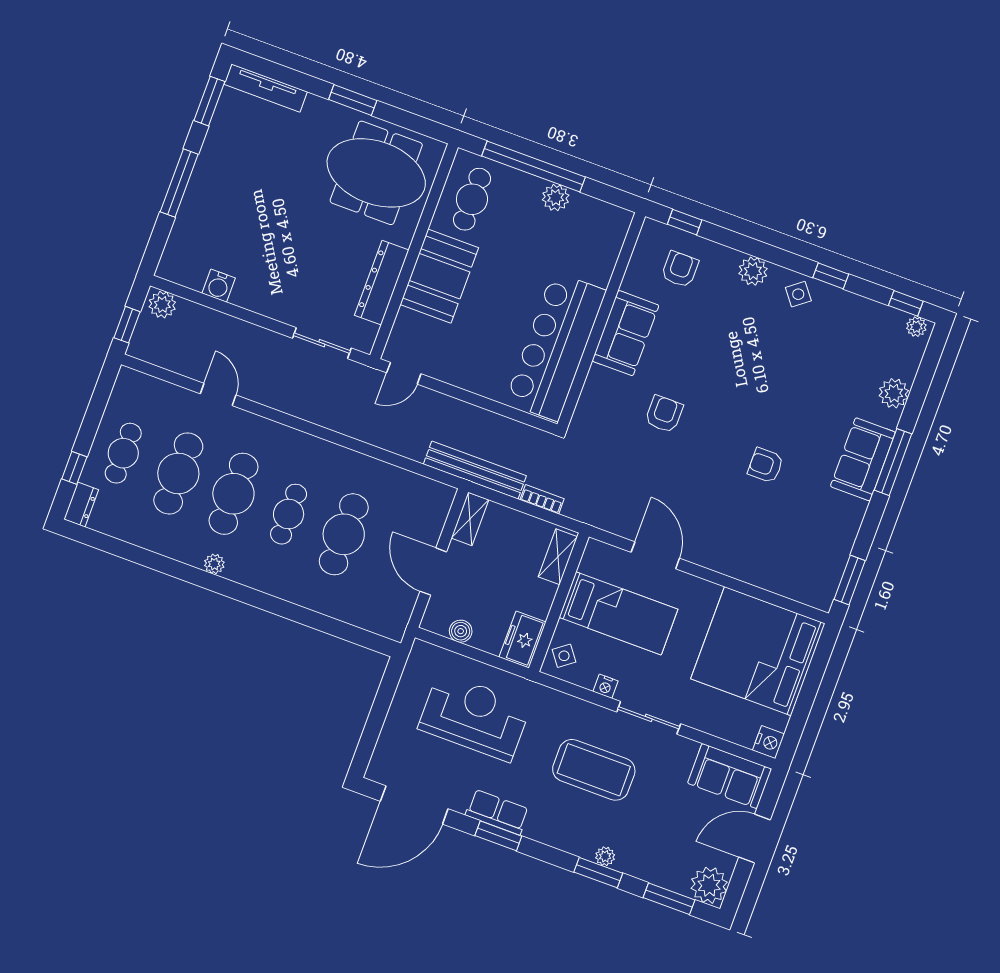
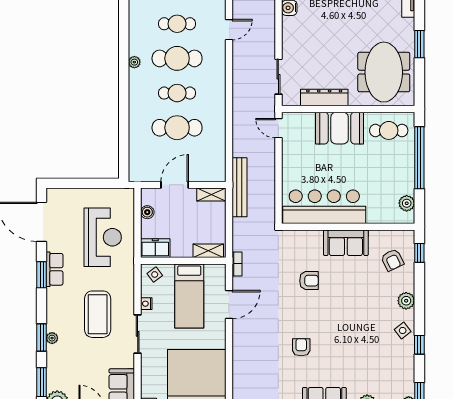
plant: (556, 198) -> (407, 203), moved
armchair: (680, 269) -> (392, 260), turned 64
cafe table: (178, 473) -> (177, 24), width x0.73, depth x0.74
bookcase: (542, 499) -> (237, 264), moved

